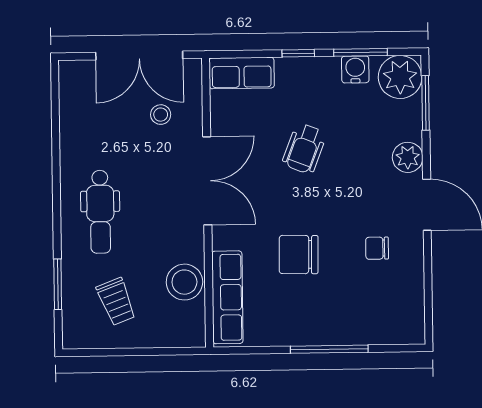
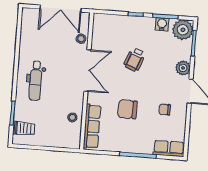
row of seats: (242, 73) -> (169, 149), moved, turned 180
stool: (161, 115) -> (81, 39), moved
stool: (184, 282) -> (72, 117), width x0.53, depth x0.53
trolley: (116, 302) -> (24, 128), moved, turned -69

